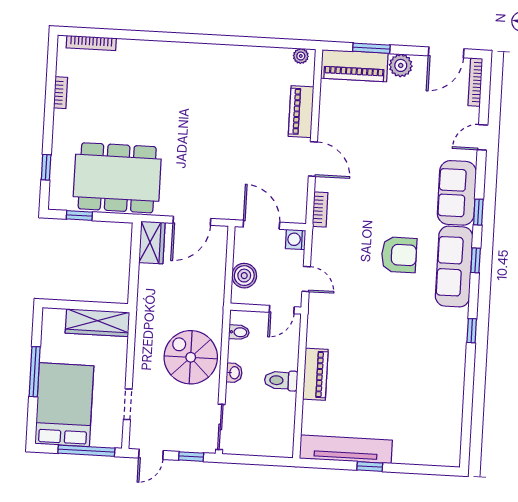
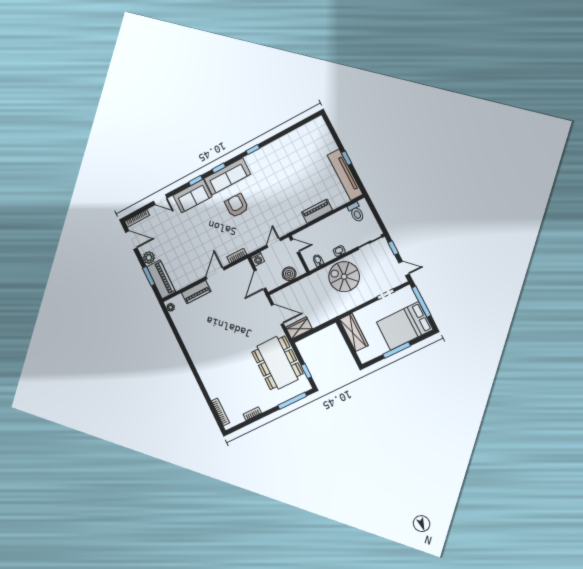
window: (46, 167) -> (292, 401), width x2.17
spiral stairs: (191, 357) -> (344, 277), turned 90
toilet: (281, 380) -> (356, 212), moved

